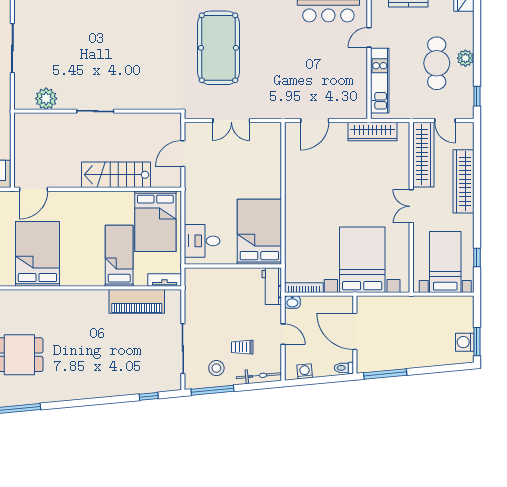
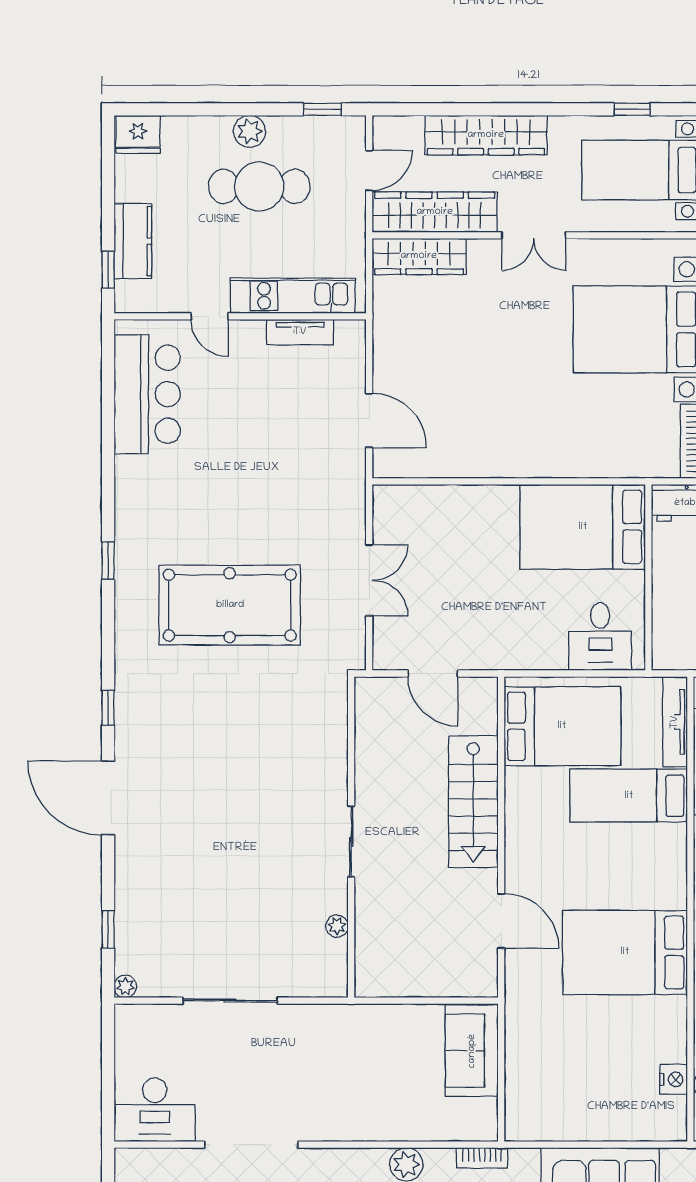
tv unit: (361, 84) -> (300, 332), added
plant: (46, 99) -> (337, 926), width x0.53, depth x0.53
wardrobe: (373, 131) -> (419, 256), moved, turned 90
door: (34, 189) -> (501, 921), moved
tv unit: (165, 280) -> (675, 722), width x1.41

